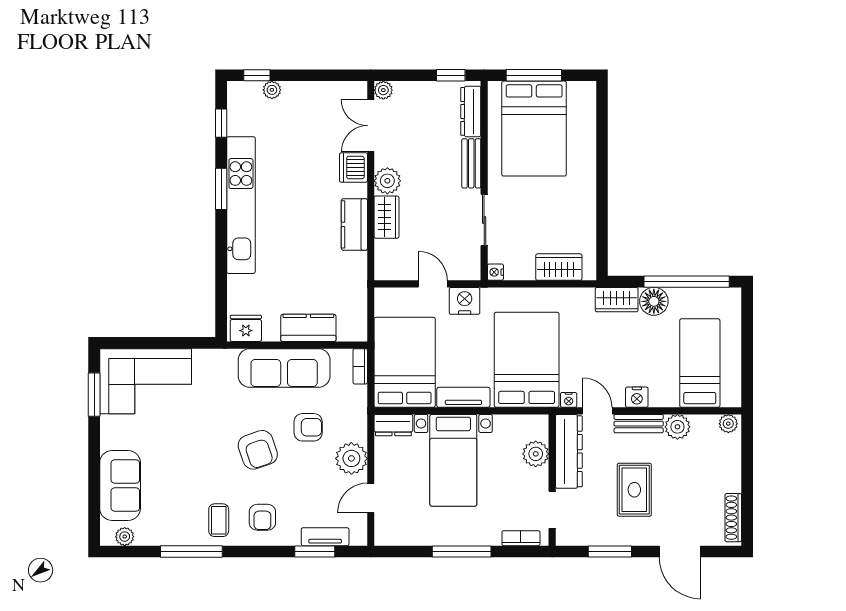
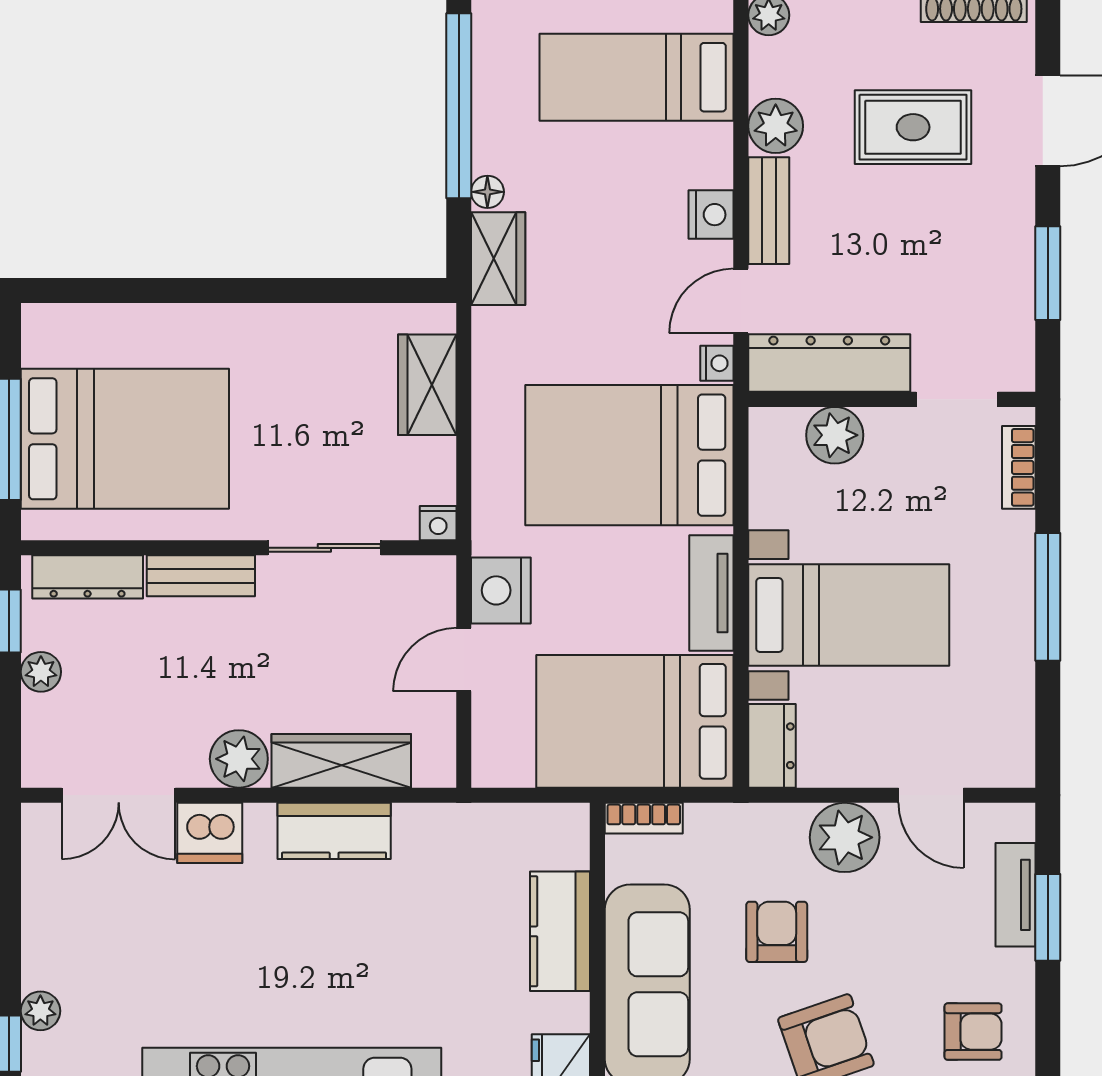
plant: (383, 90) -> (41, 672), moved
wardrobe: (386, 217) -> (341, 761), width x1.50
floor lamp: (654, 301) -> (487, 192), width x0.53, depth x0.53
rug: (634, 490) -> (913, 127), moved

